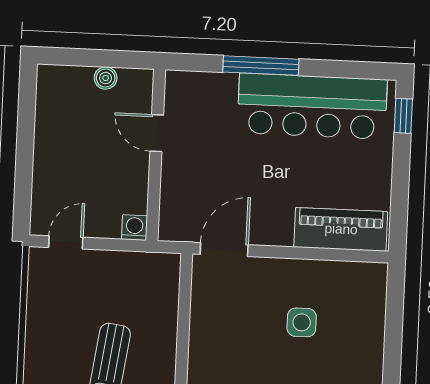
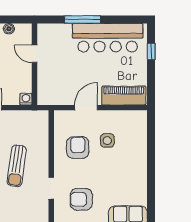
window: (403, 116) -> (151, 52), moved
door: (224, 250) -> (86, 108), moved
armchair: (239, 334) -> (78, 147), added

